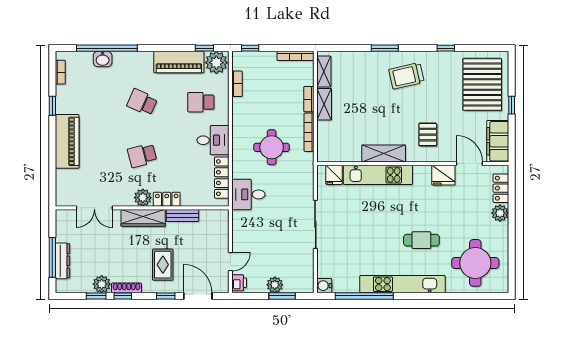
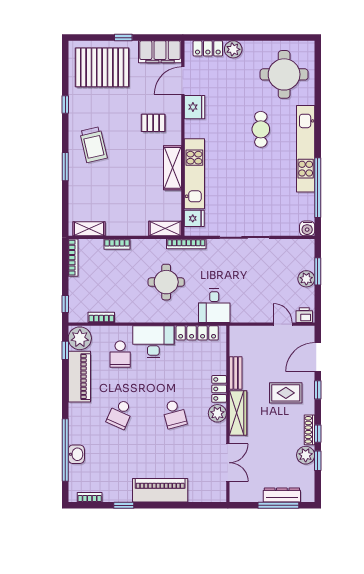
shelving: (324, 104) -> (165, 229), moved
bookcase: (309, 132) -> (186, 244), moved
desk: (213, 140) -> (153, 342), width x1.37

